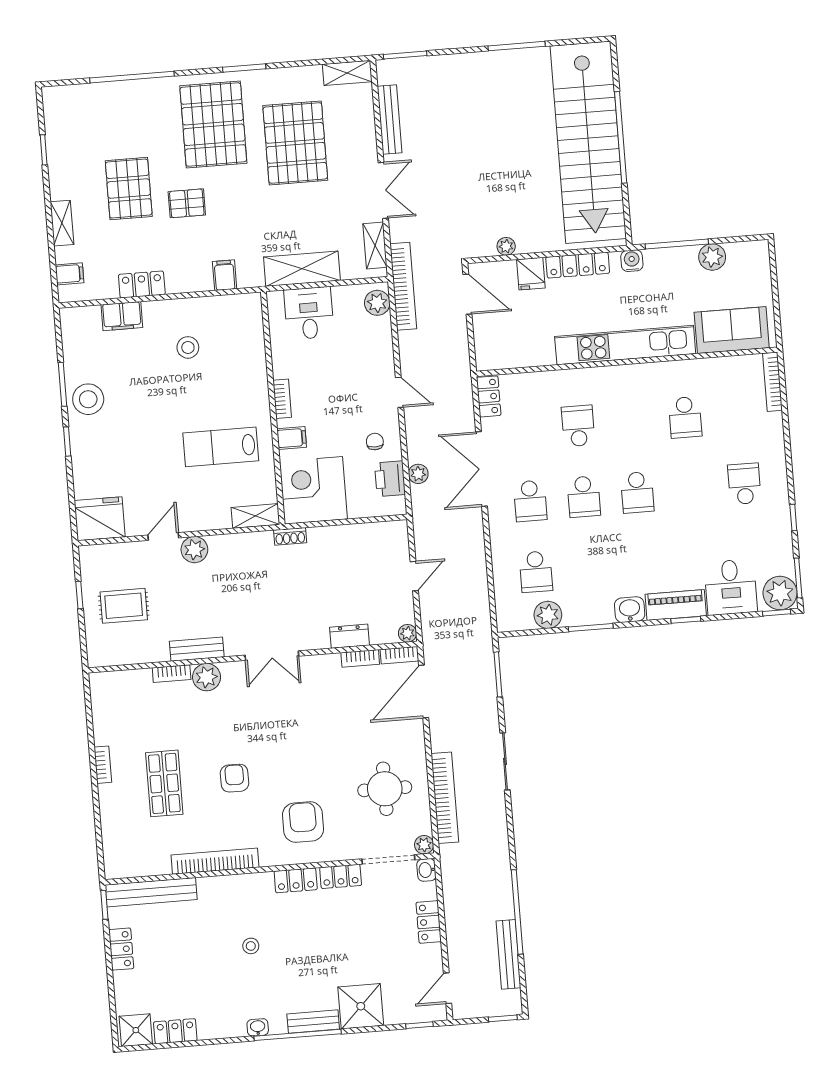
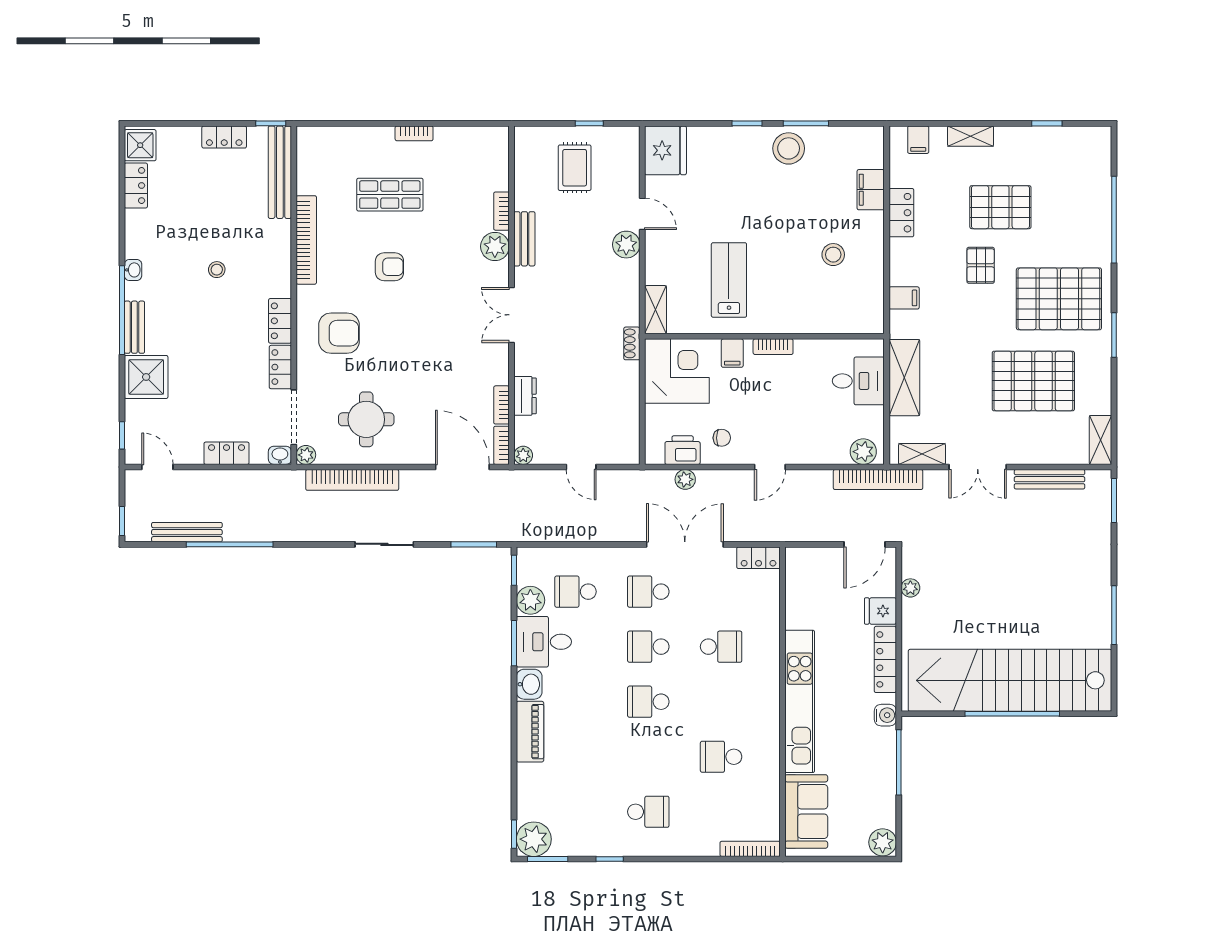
plant: (712, 257) -> (883, 842), moved
desk: (731, 587) -> (544, 642), moved
window: (686, 620) -> (514, 570), moved

